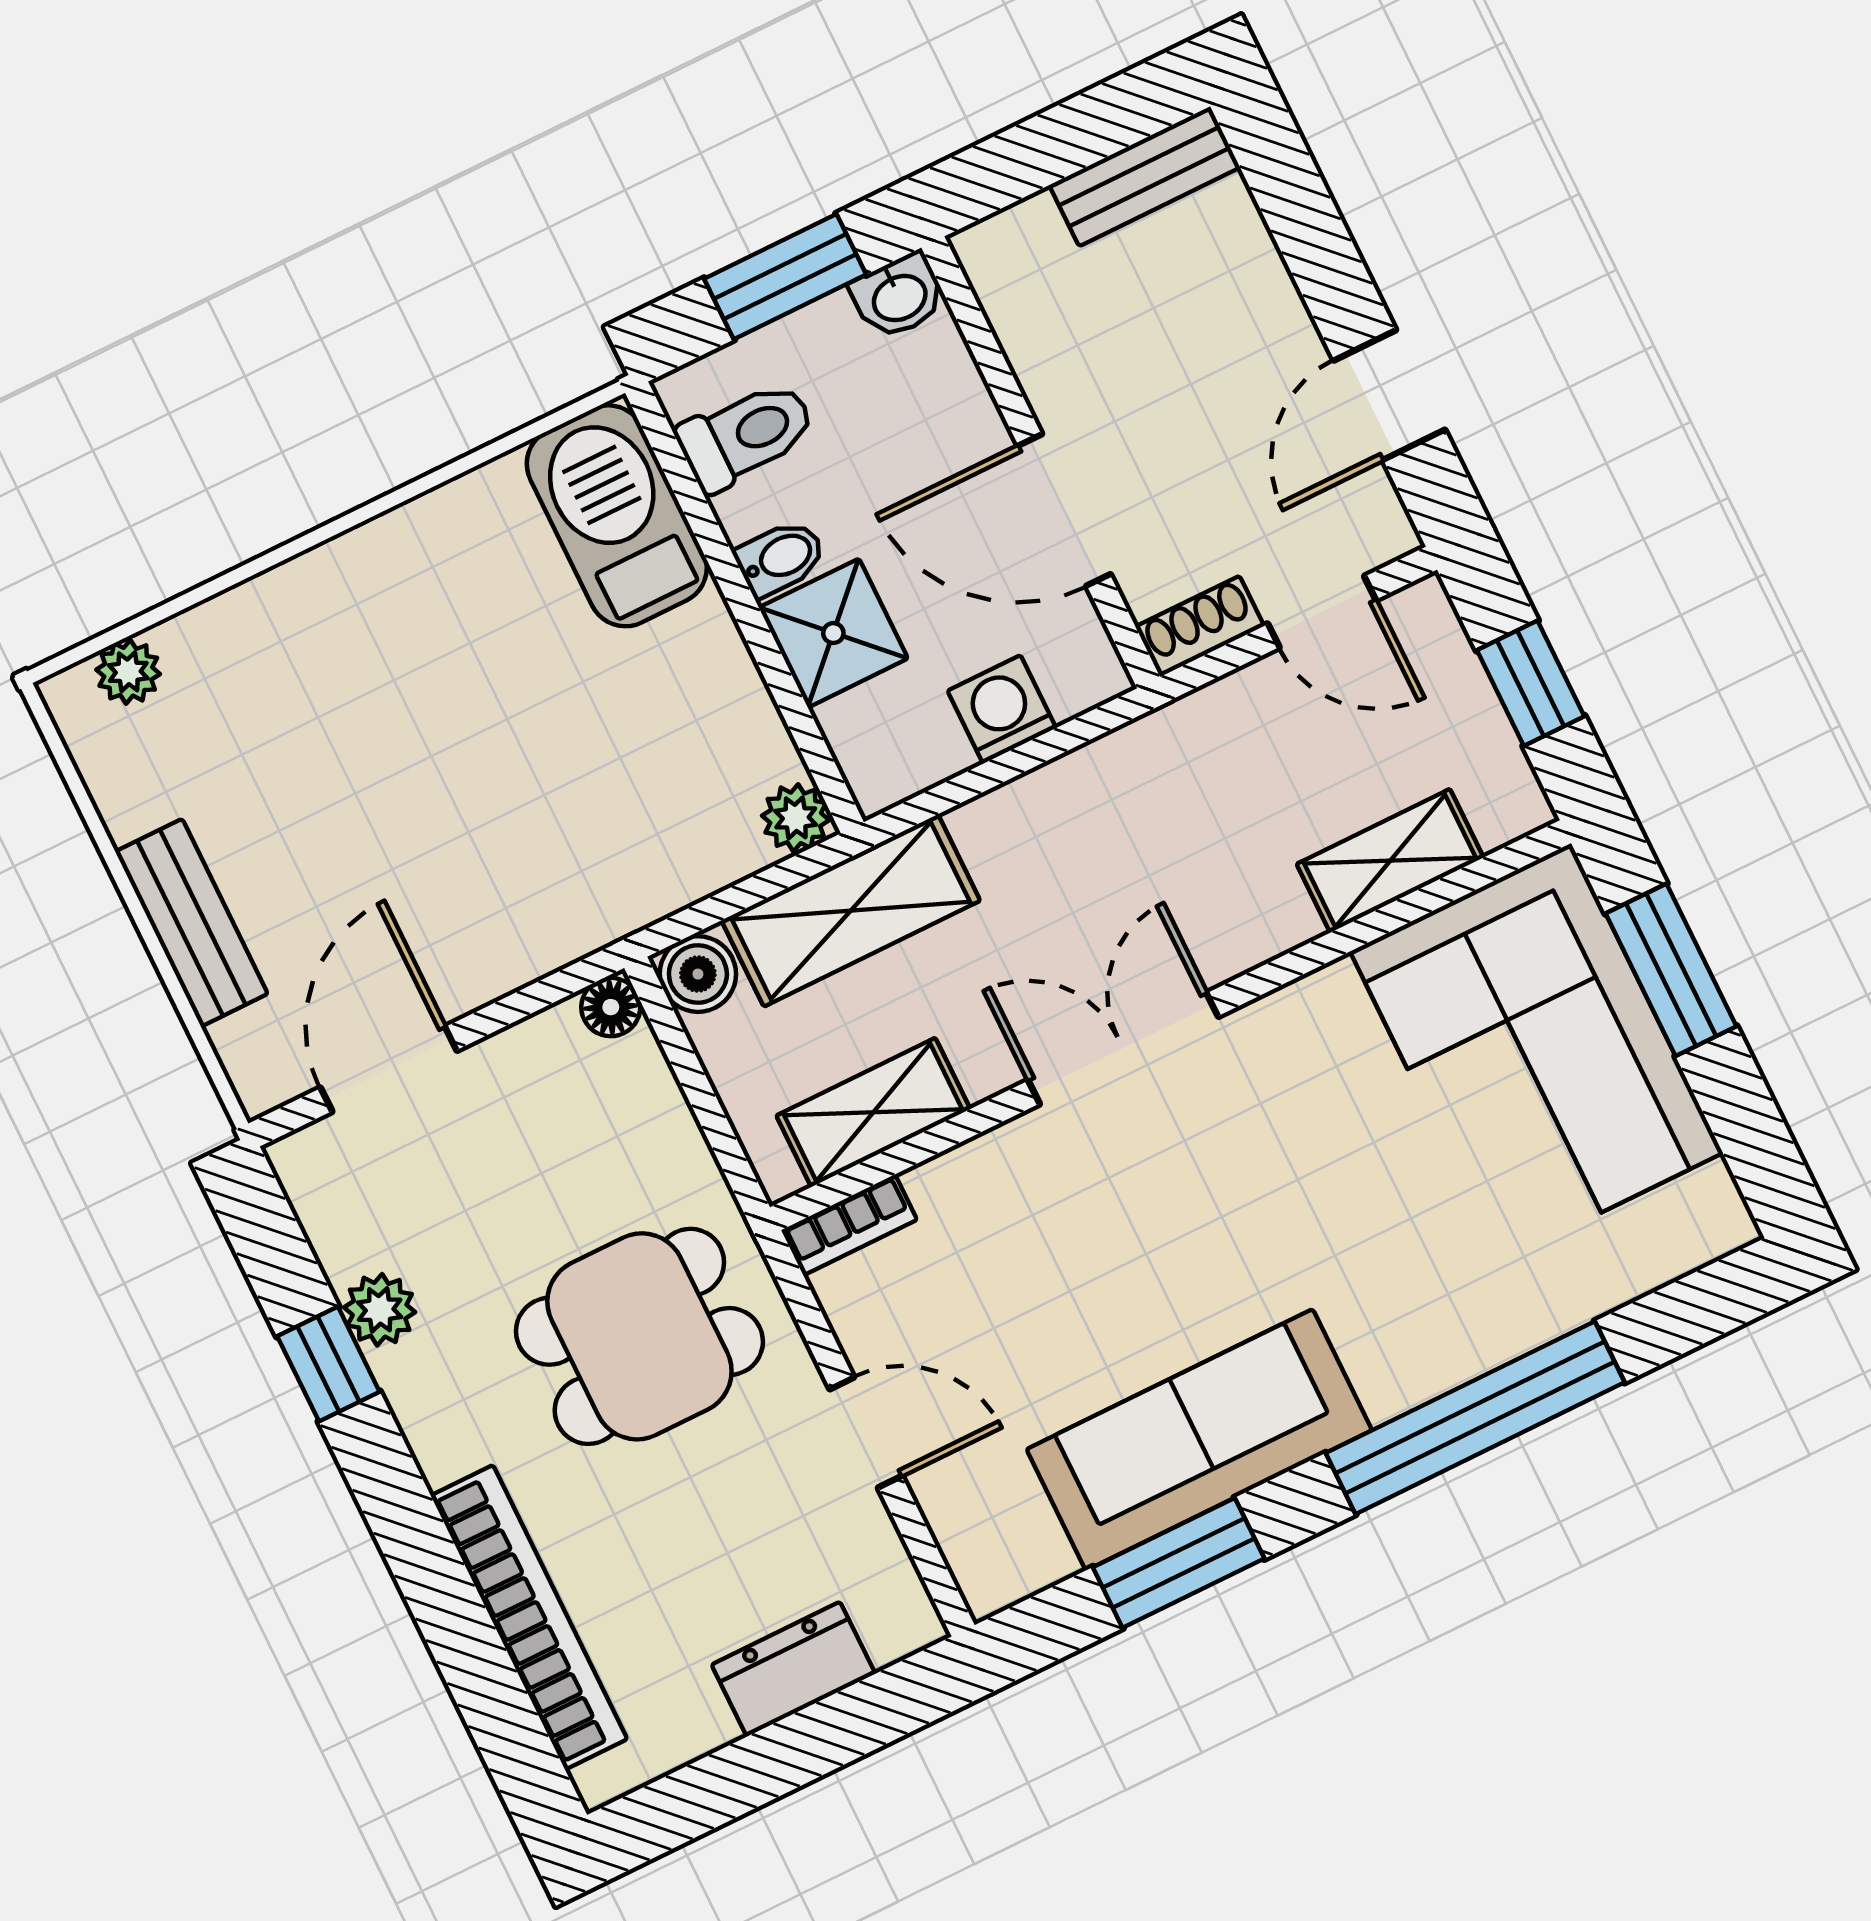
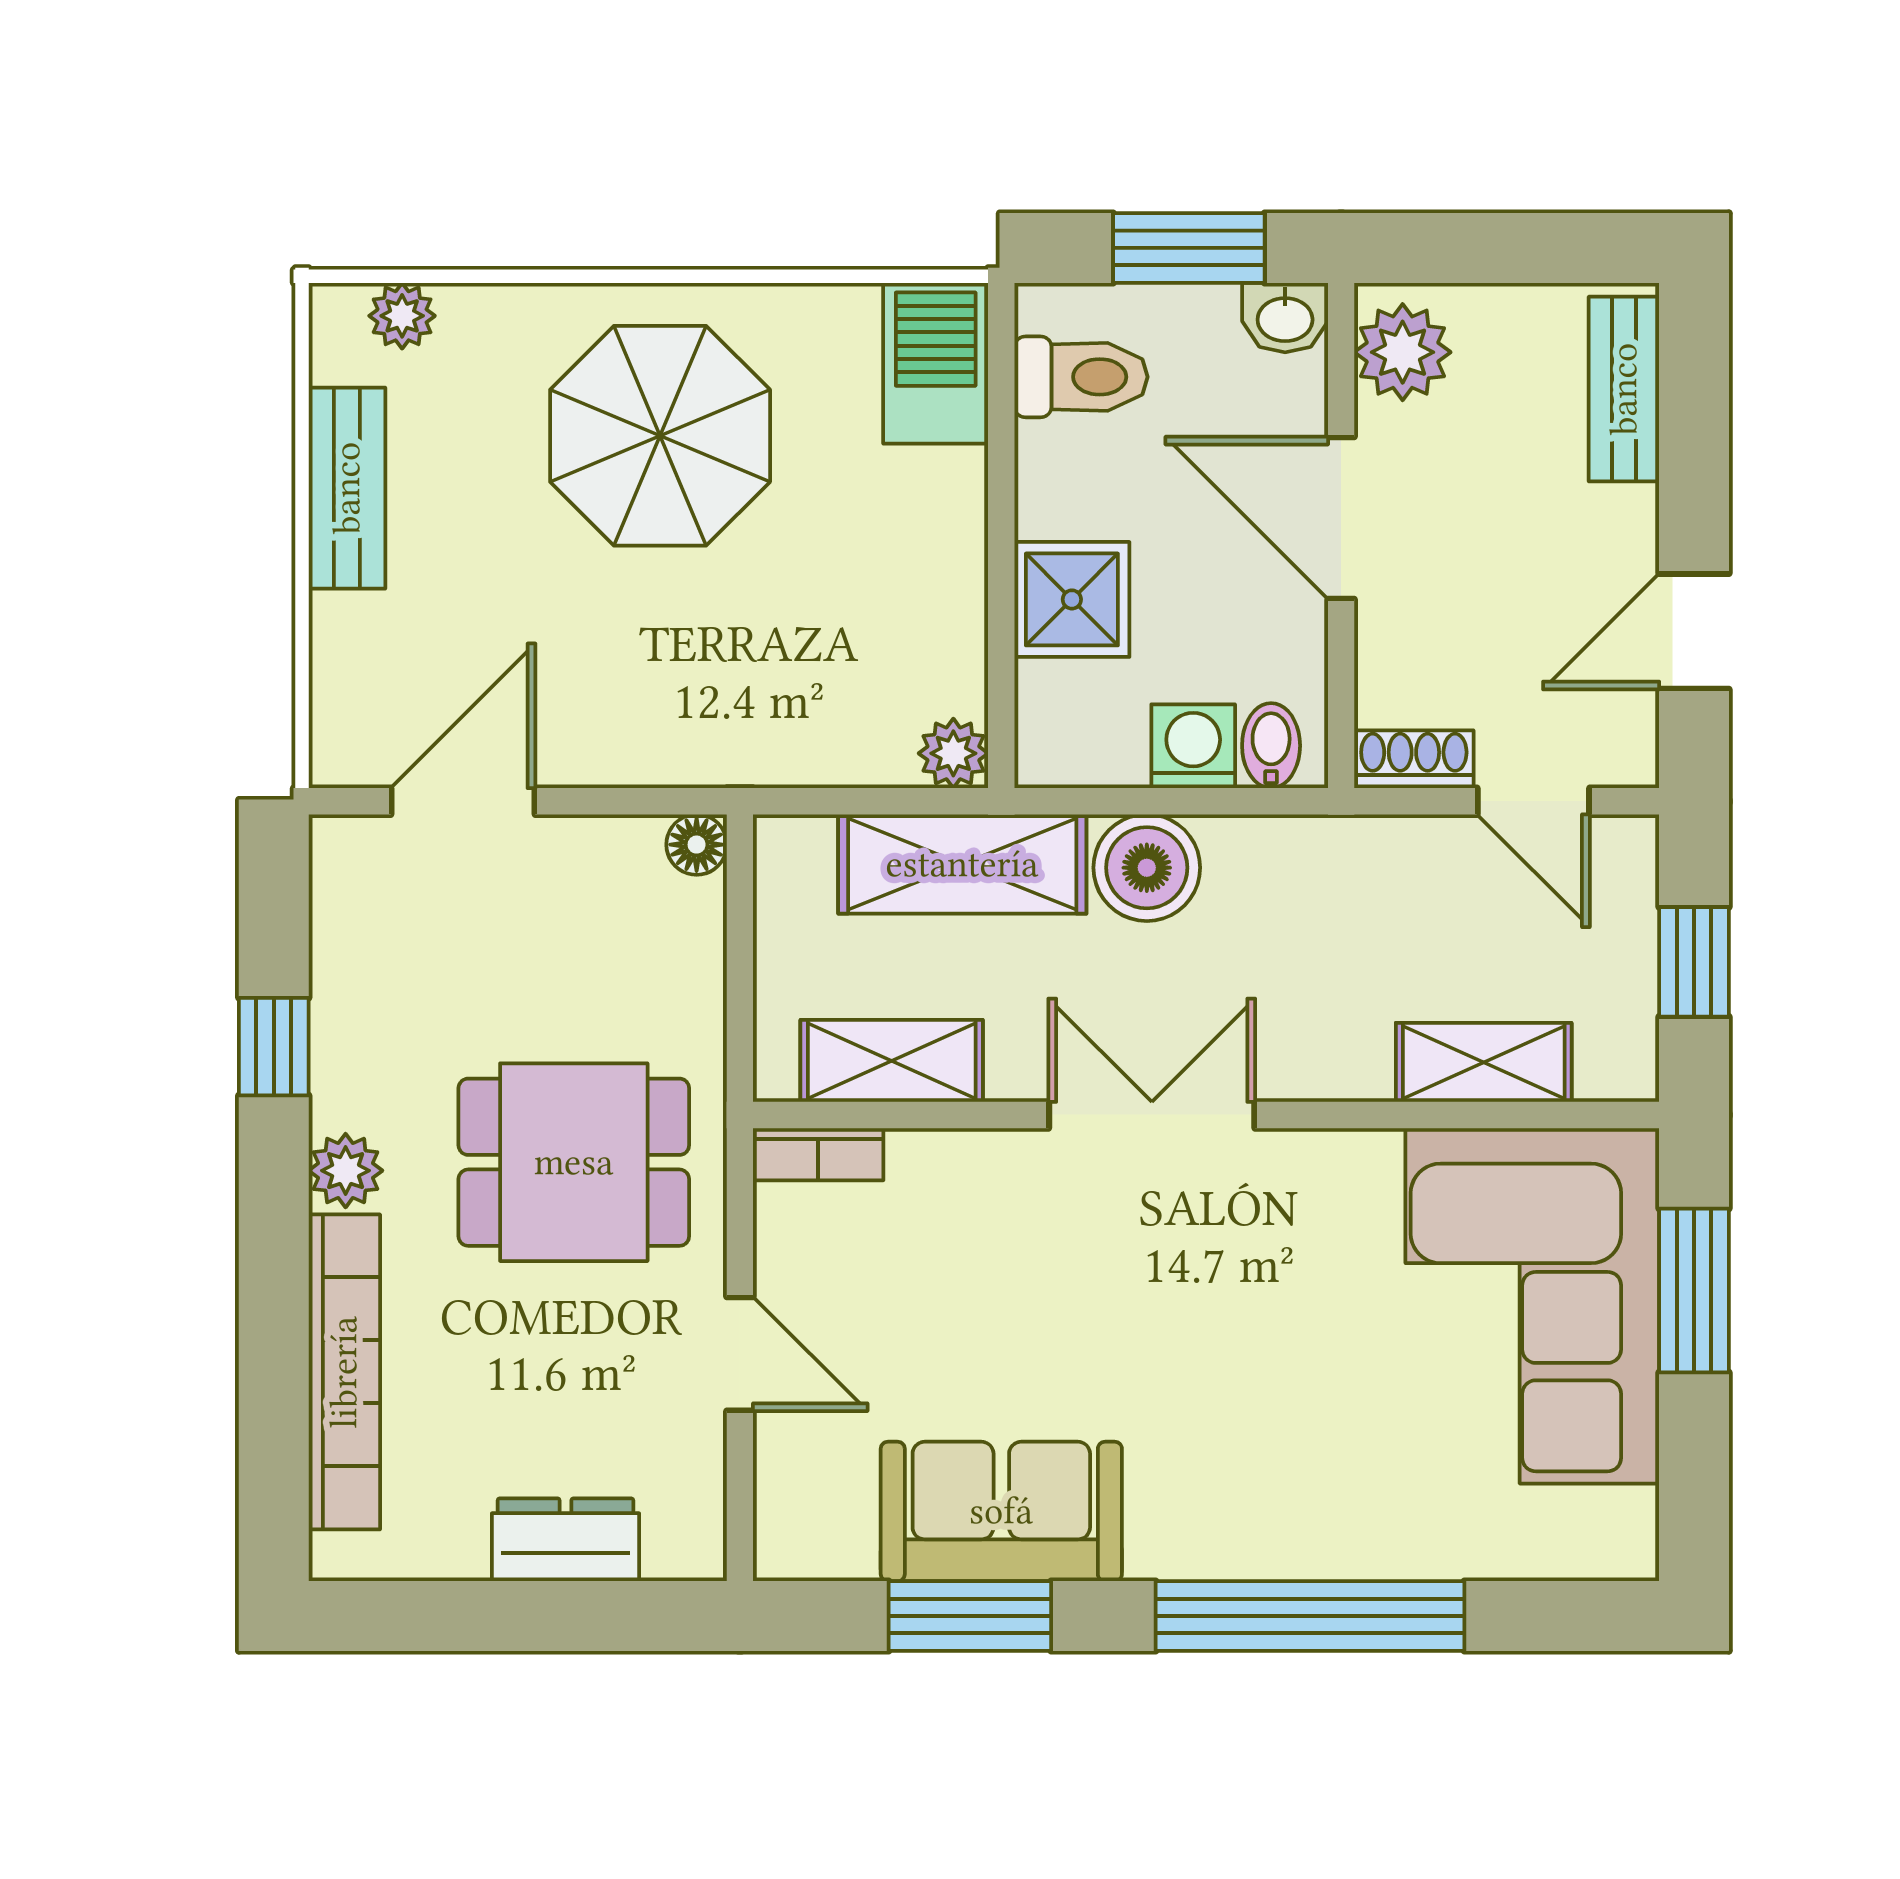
bench: (1145, 176) -> (1624, 389), moved, turned 90
plant: (1016, 276) -> (1403, 352), added
door: (1064, 510) -> (1341, 518), moved
barbecue: (617, 516) -> (936, 363), width x0.73, depth x0.83
bidet: (780, 558) -> (1271, 746), moved, turned -90
parasol: (404, 666) -> (660, 436), added
bench: (191, 923) -> (347, 488), moved
boiler: (698, 974) -> (1147, 868), moved, width x1.36, depth x1.36
plant: (380, 1310) -> (346, 1171), moved
sofa: (1199, 1440) -> (1001, 1511), width x0.73

